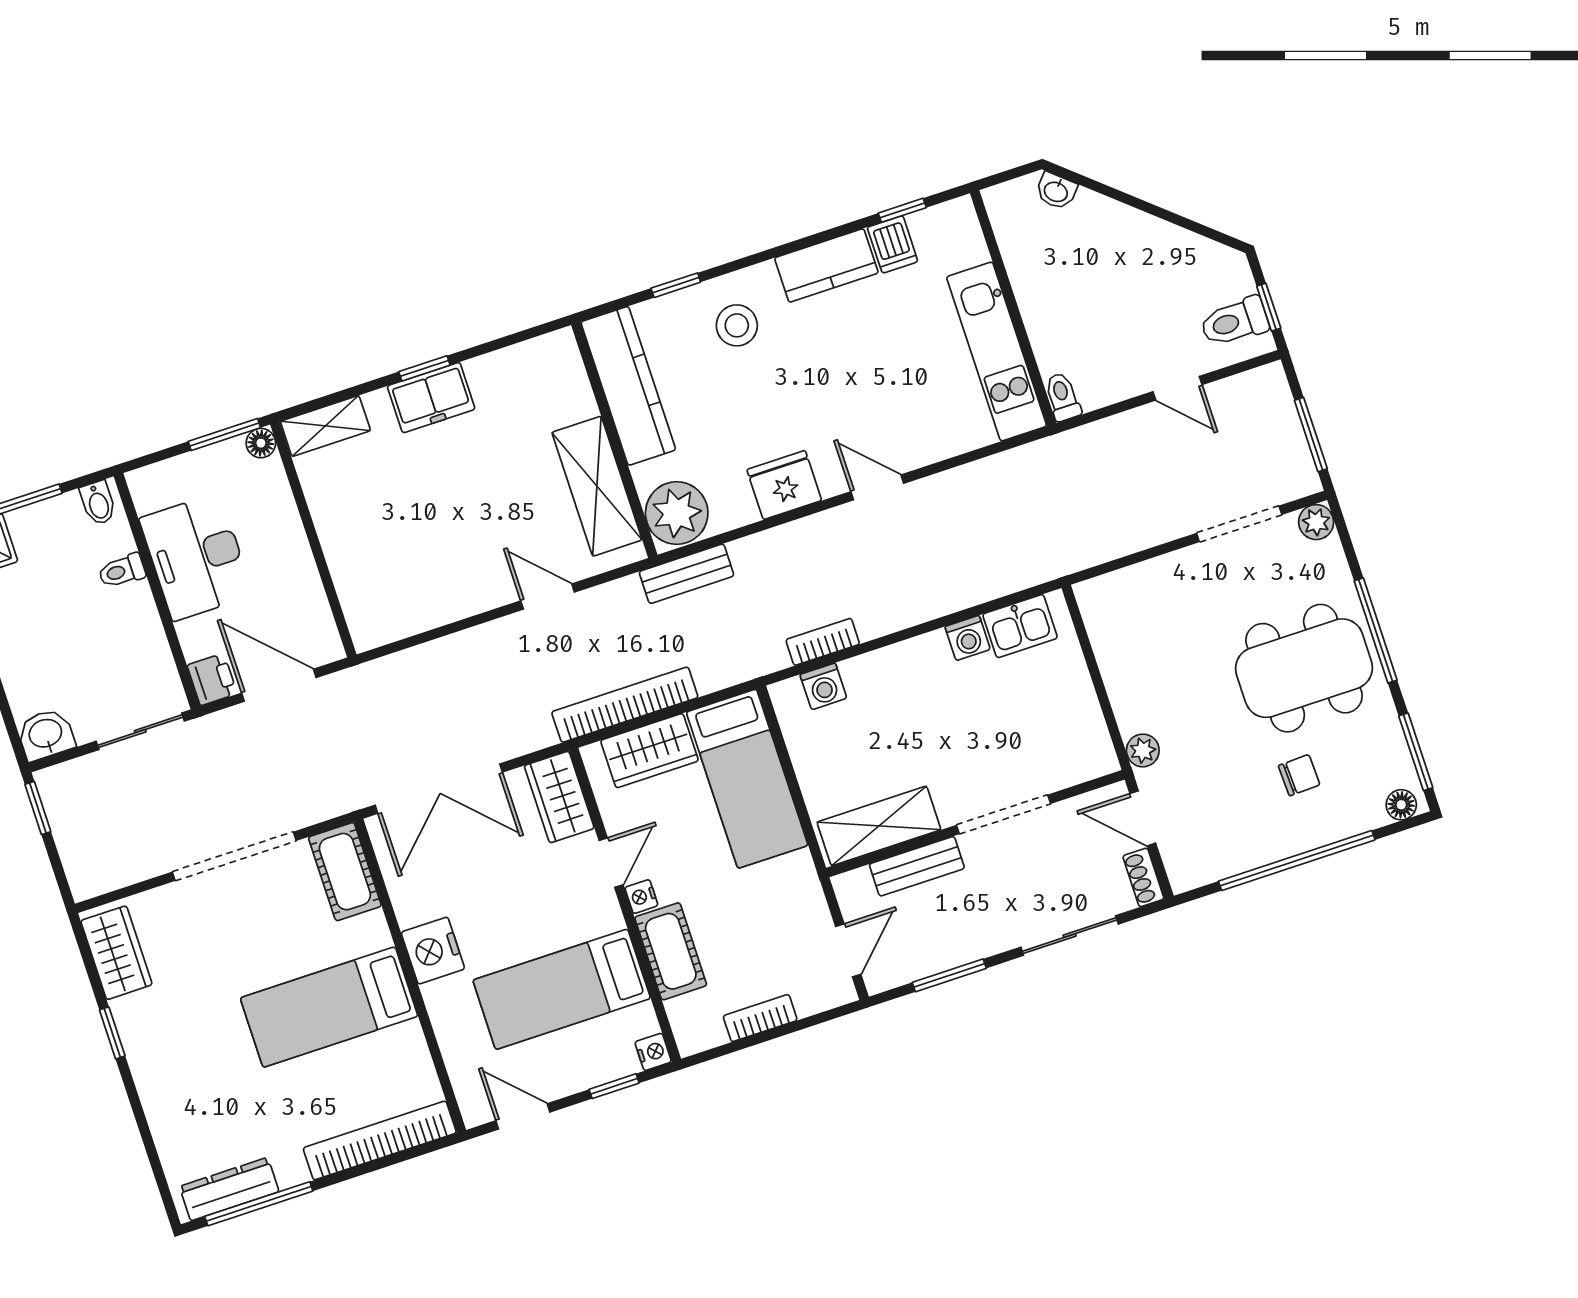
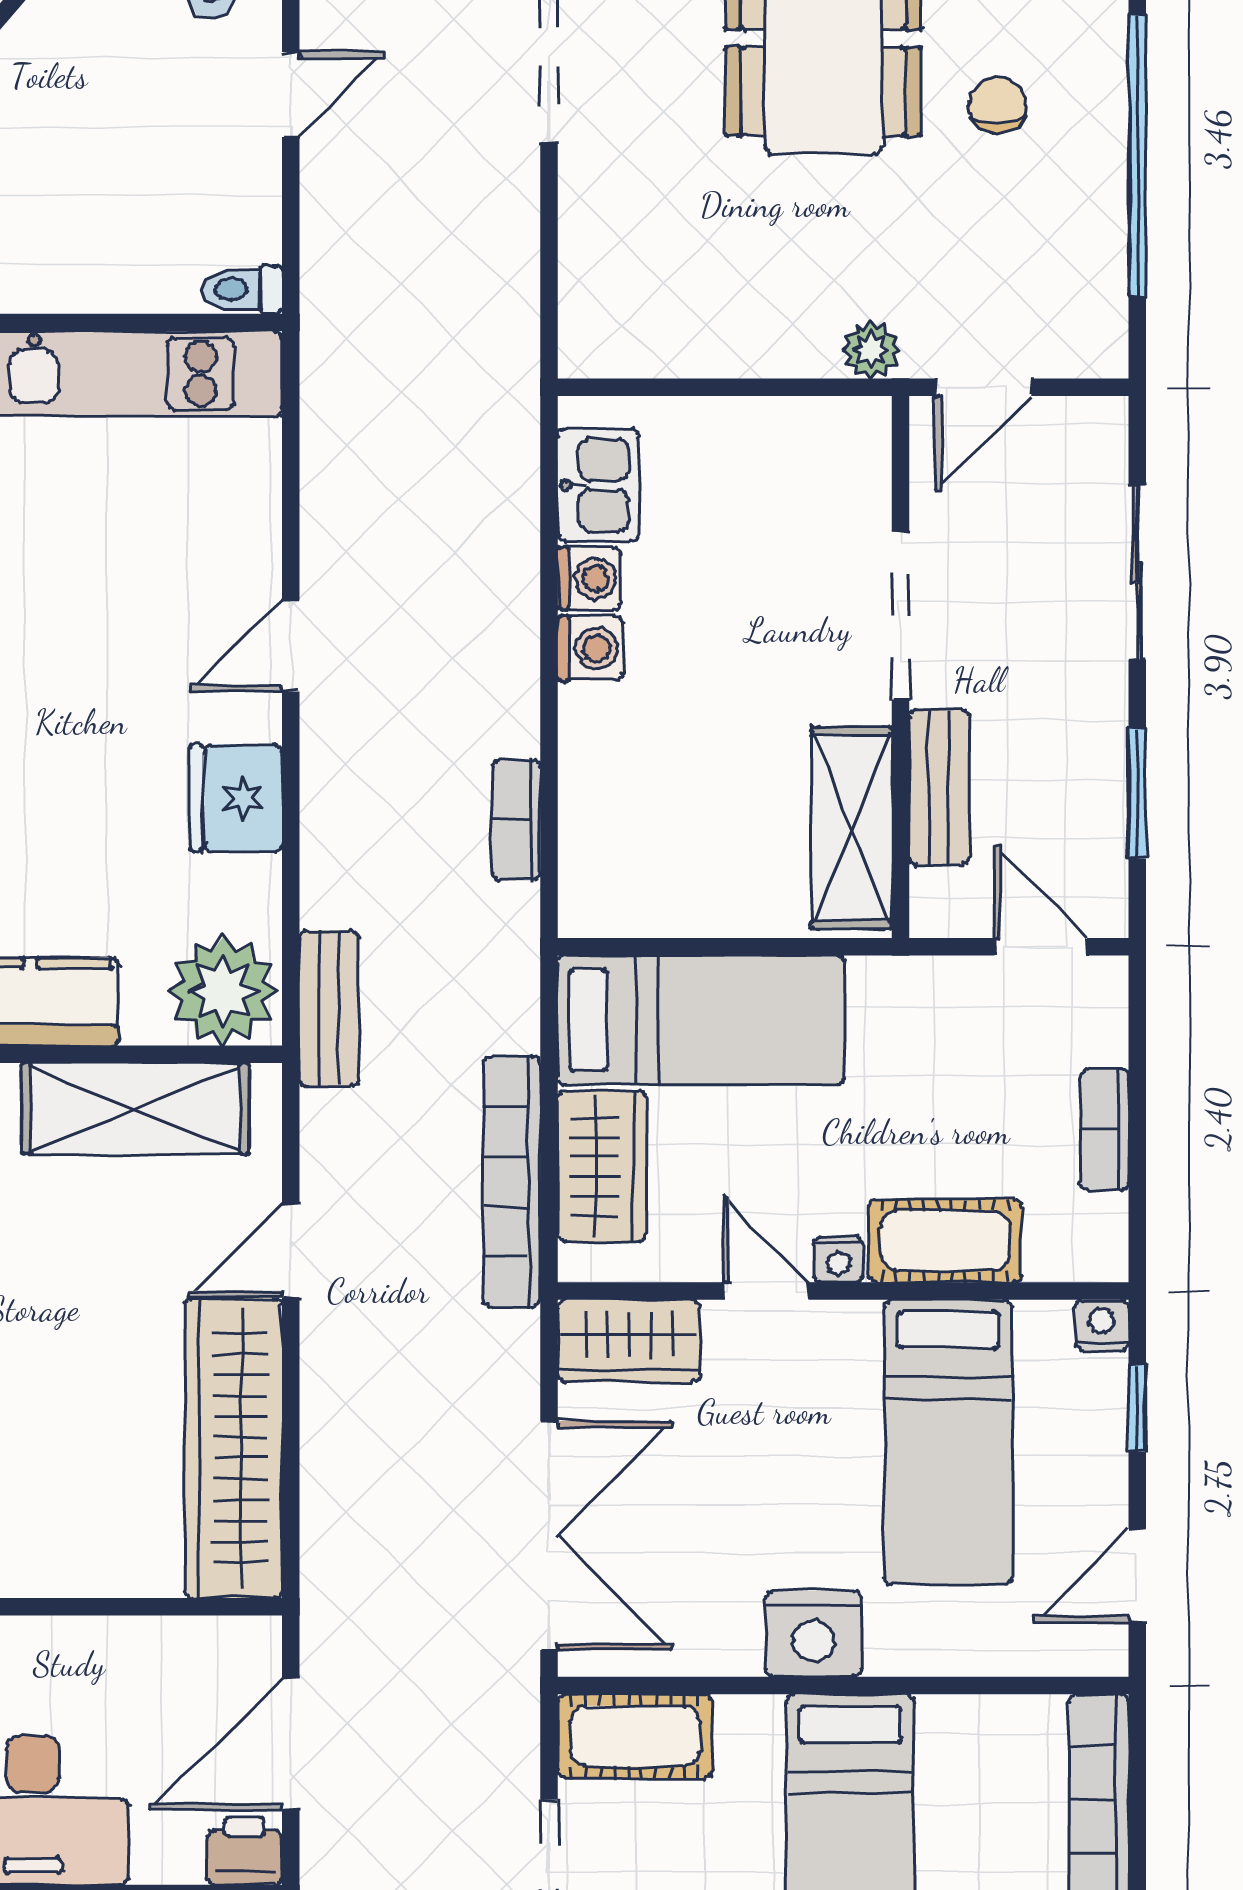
wardrobe: (430, 601) -> (233, 1448), added
washing machine: (823, 686) -> (590, 648), moved
shoe rack: (1143, 877) -> (1081, 419), removed

